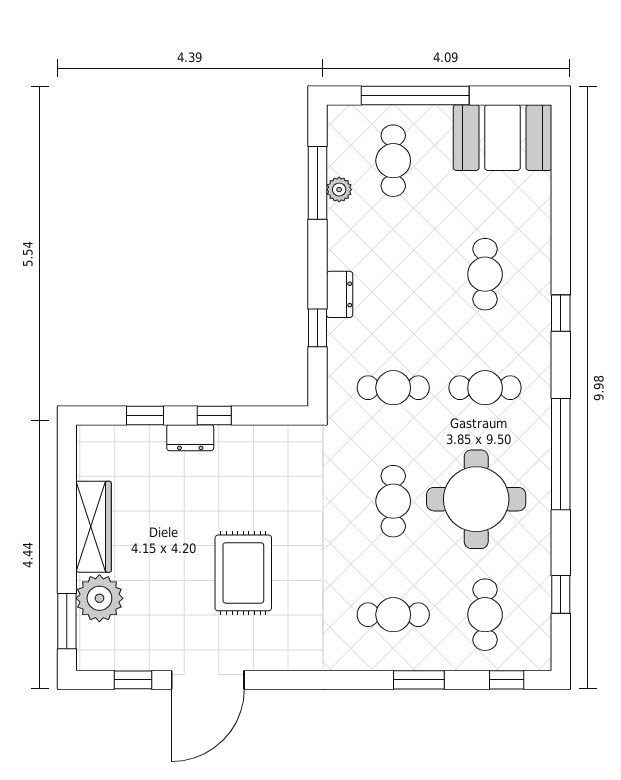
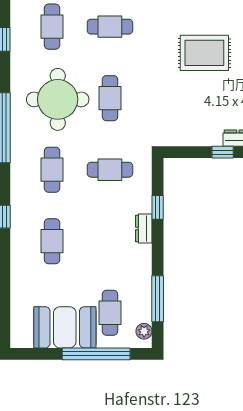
booth: (503, 138) -> (65, 327), moved
plant: (339, 190) -> (144, 331), moved
cafe table: (485, 388) -> (52, 170), turned 90
rug: (243, 573) -> (204, 53), turned 90

